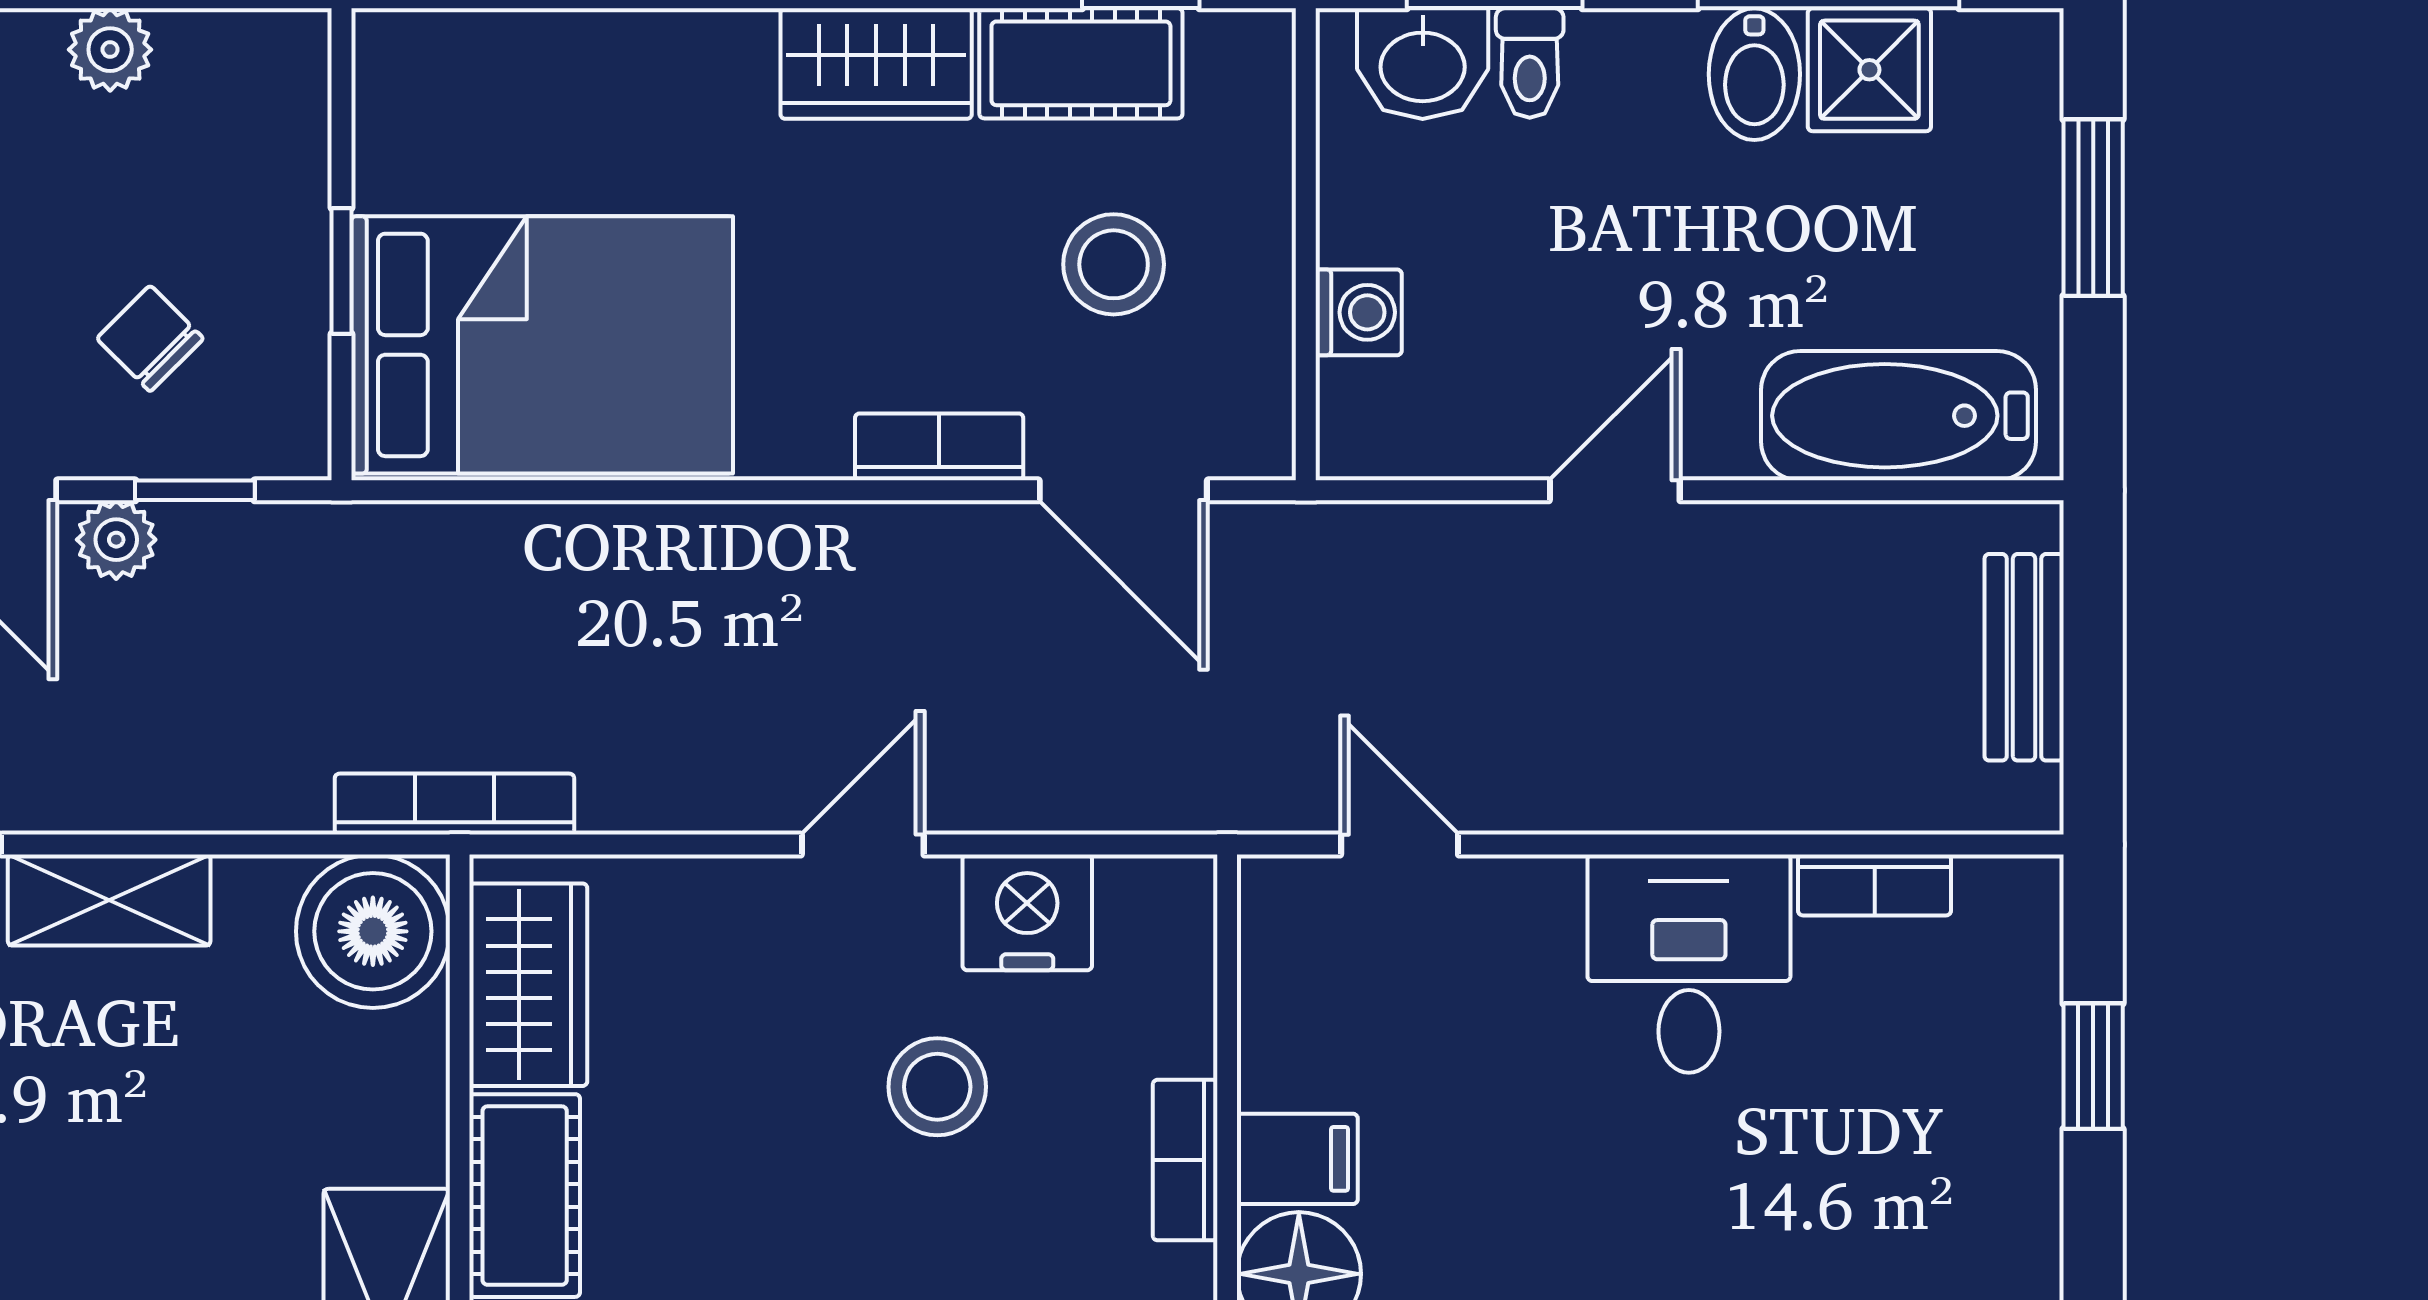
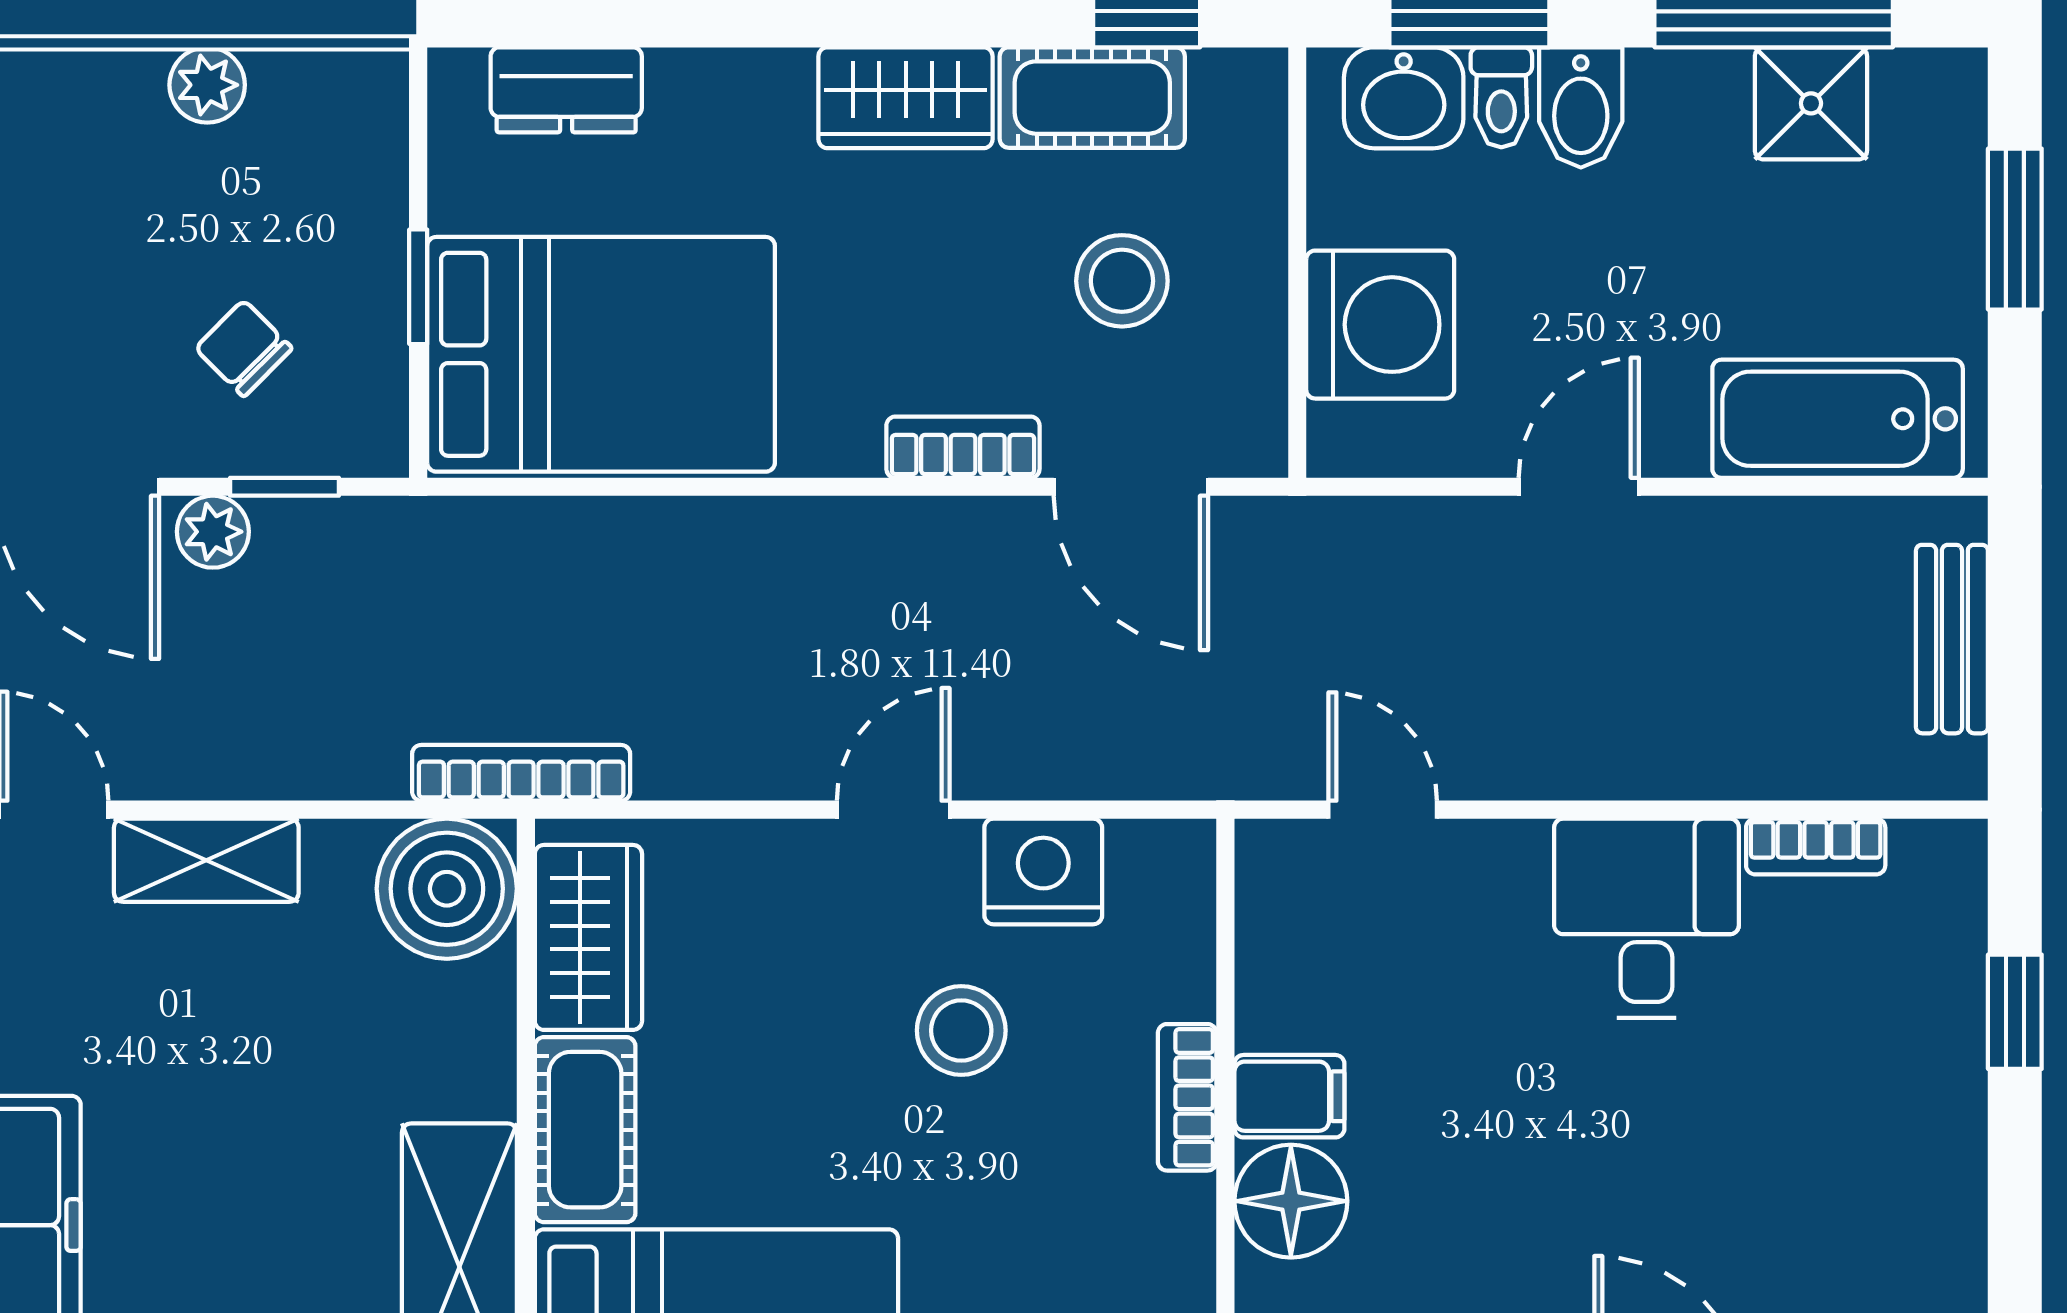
dresser: (504, 55) -> (566, 90), added
bidet: (1754, 74) -> (1581, 107), moved
washing machine: (1359, 312) -> (1380, 325), width x1.89, depth x1.89

